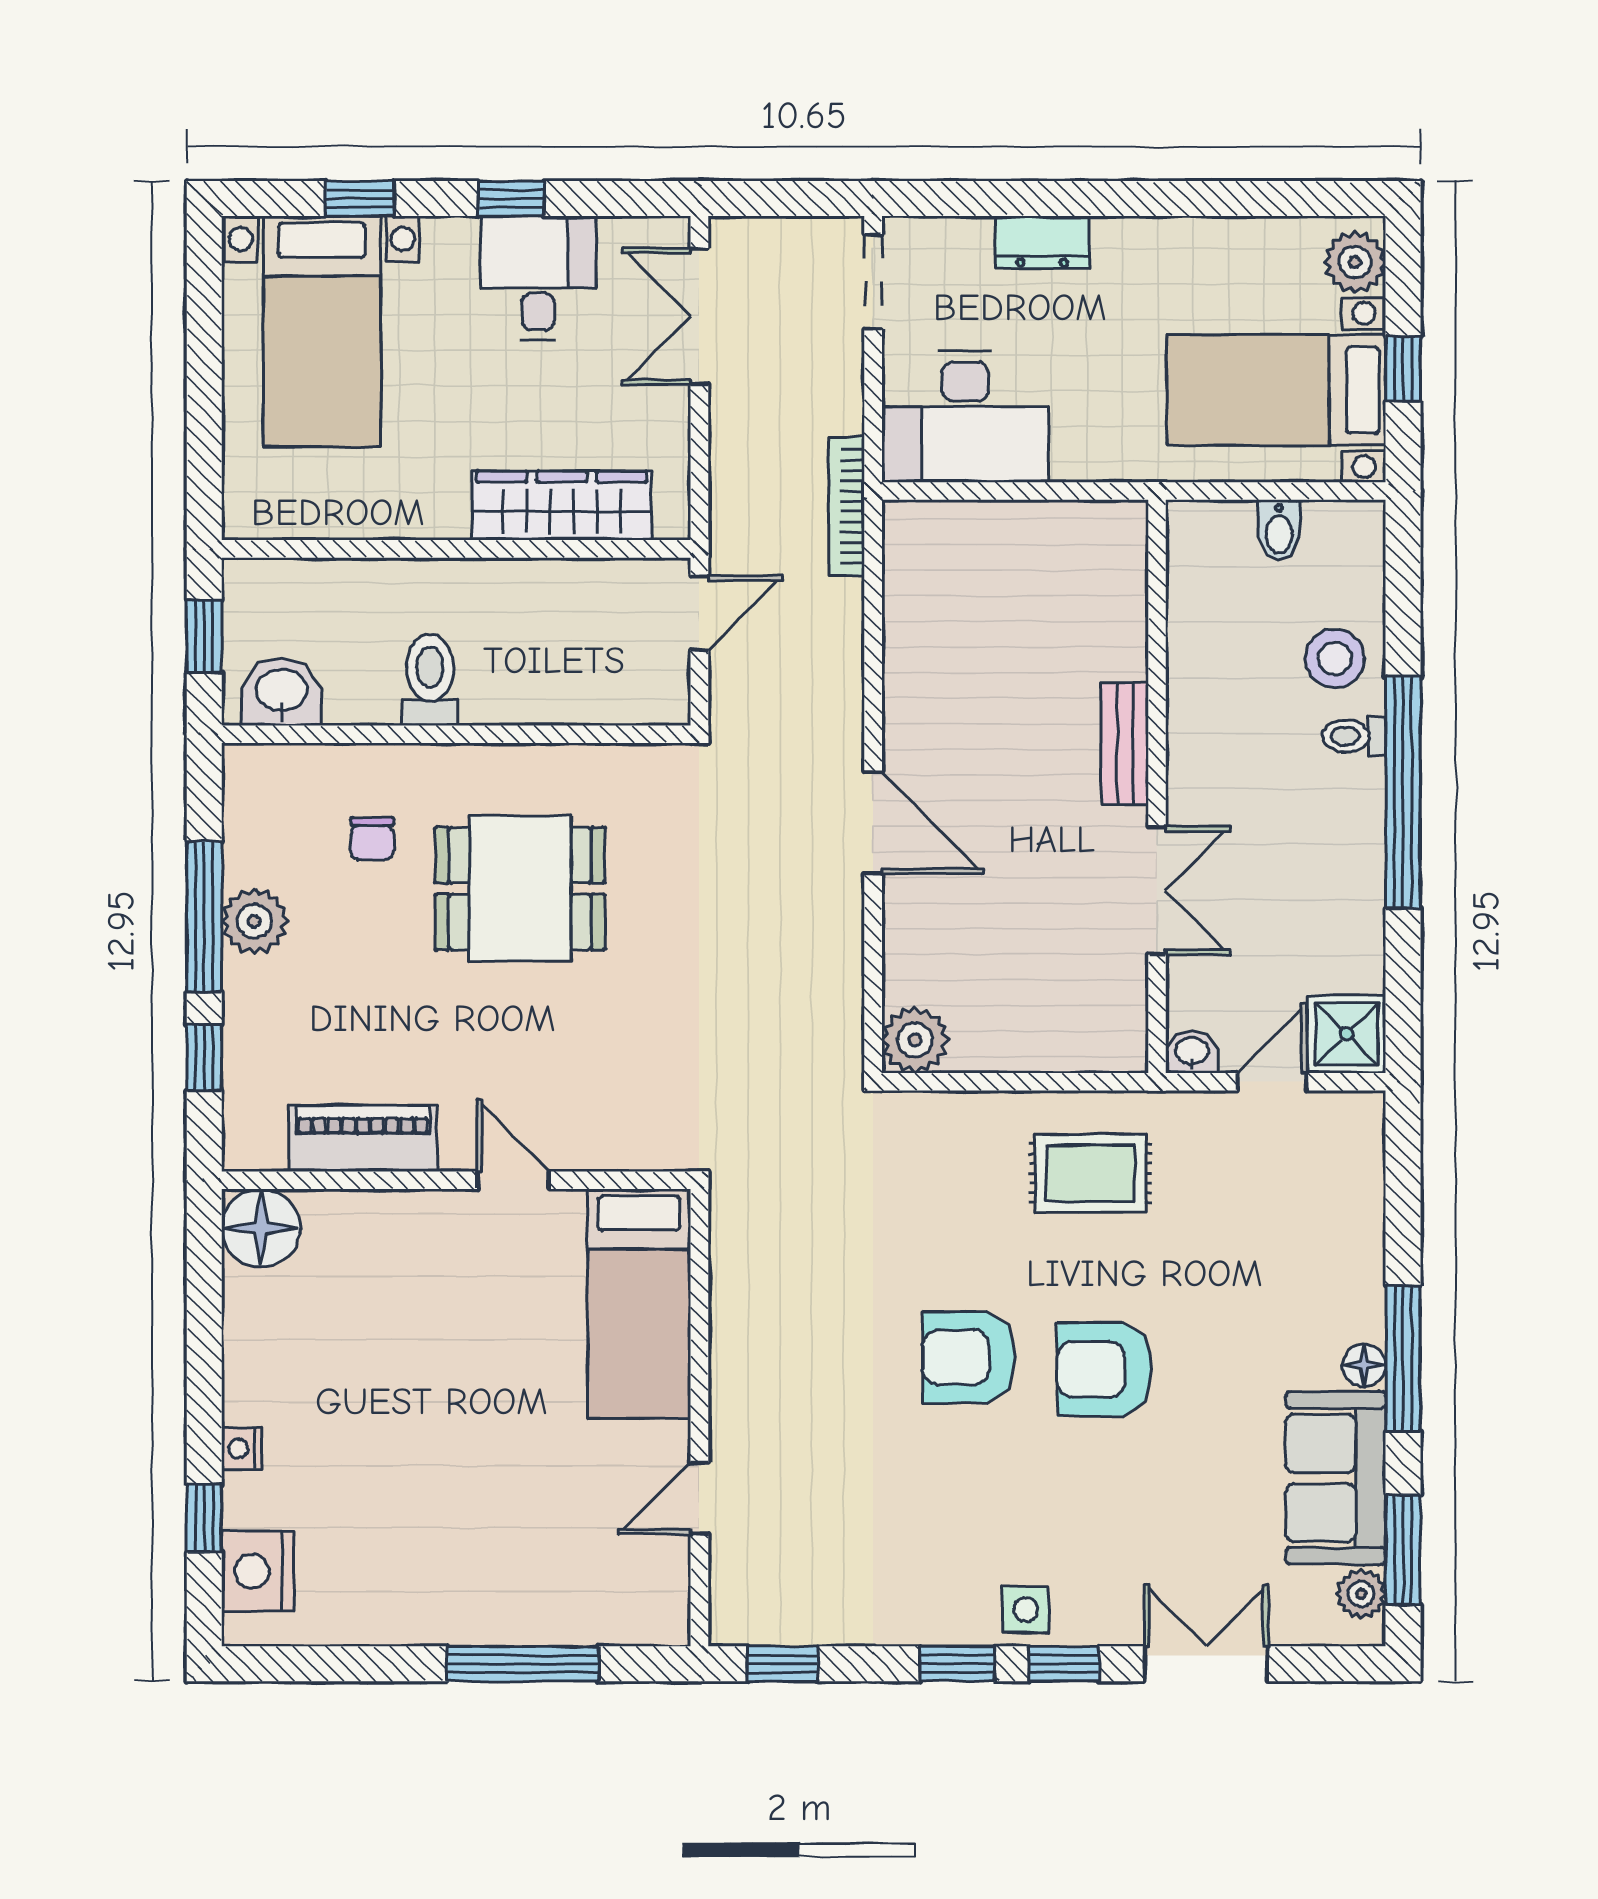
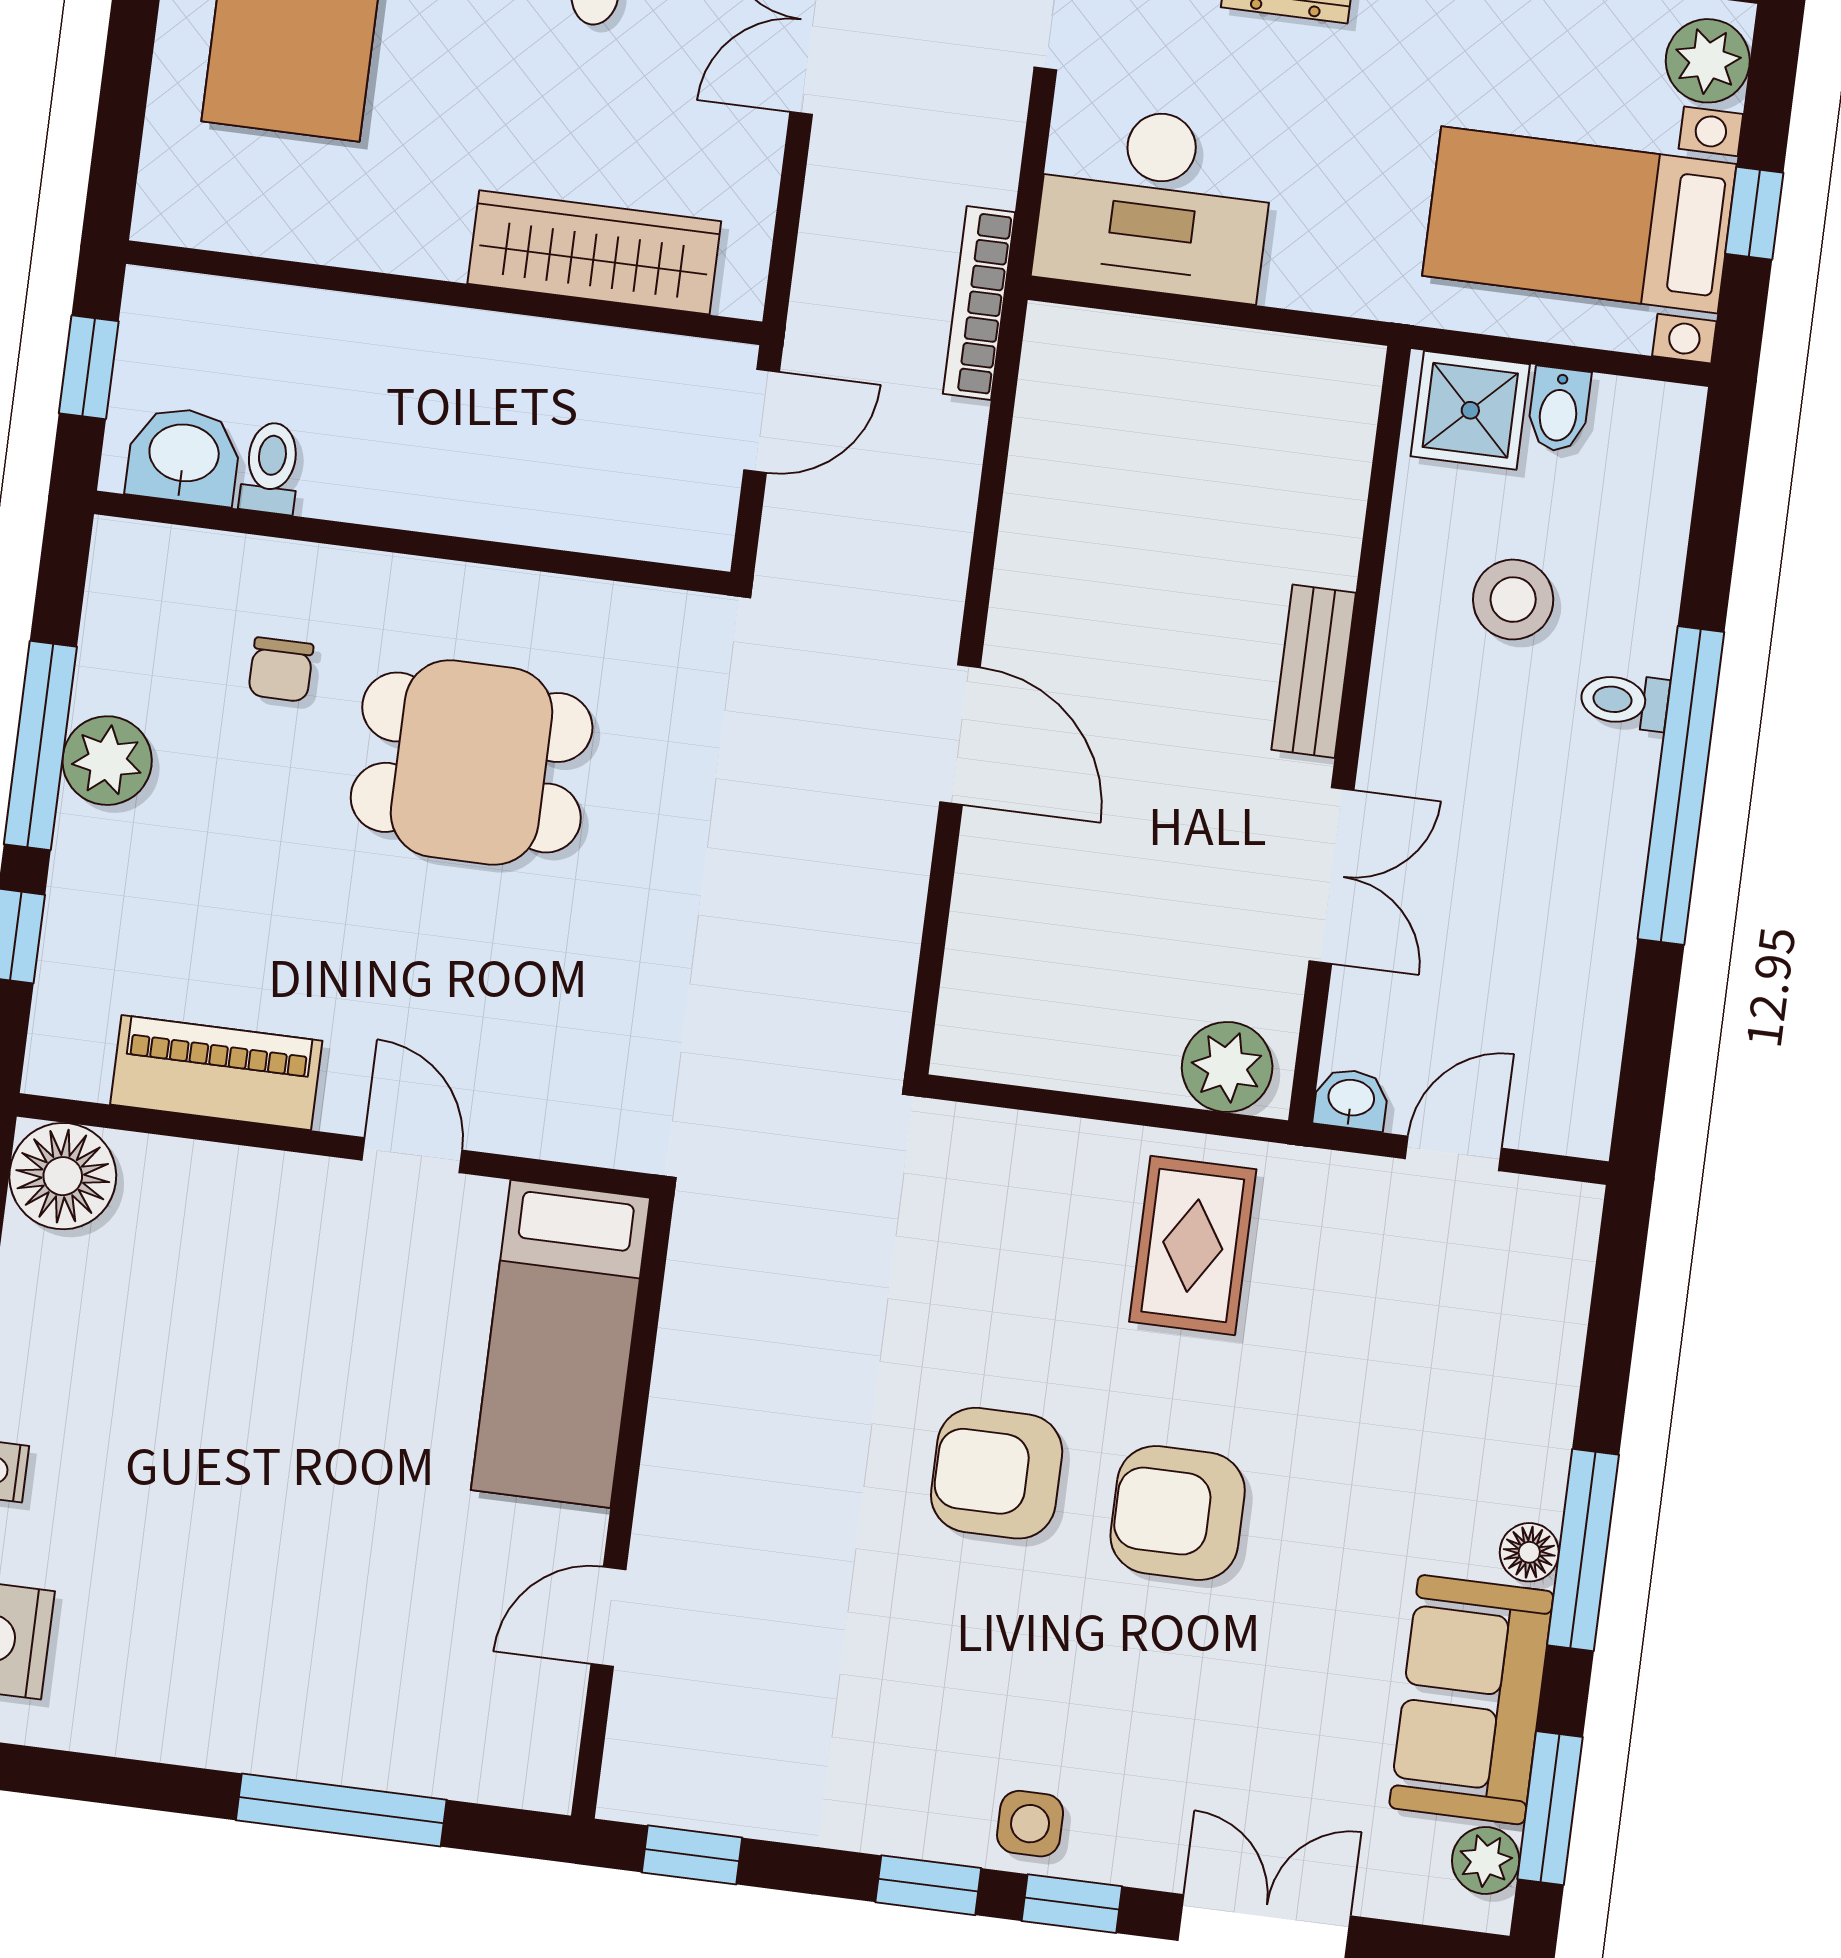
stool: (1335, 658) -> (1513, 600), moved
toilet: (430, 680) -> (271, 468), moved, width x0.73, depth x0.72
shower: (1347, 1034) -> (1470, 410), moved
plant: (915, 1040) -> (1227, 1067), moved
rug: (1090, 1173) -> (1193, 1246), turned 90

